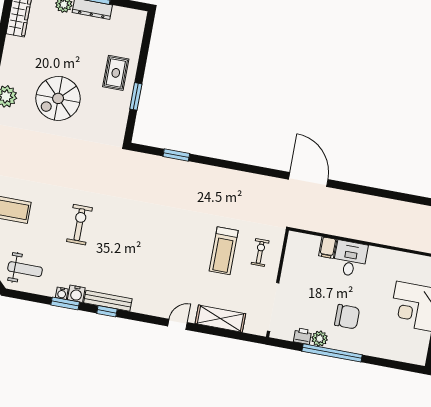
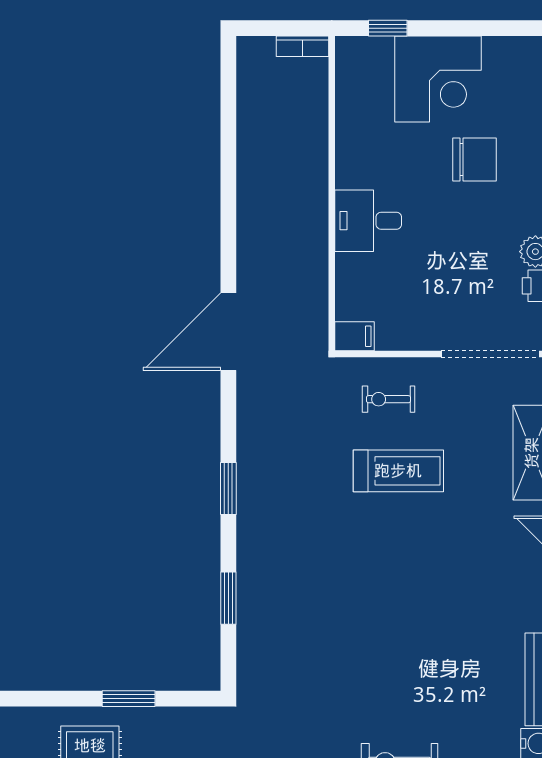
window: (231, 165) -> (228, 489), added
filing cabinet: (328, 248) -> (355, 336), moved
chair: (347, 317) -> (474, 160), moved, turned 90

